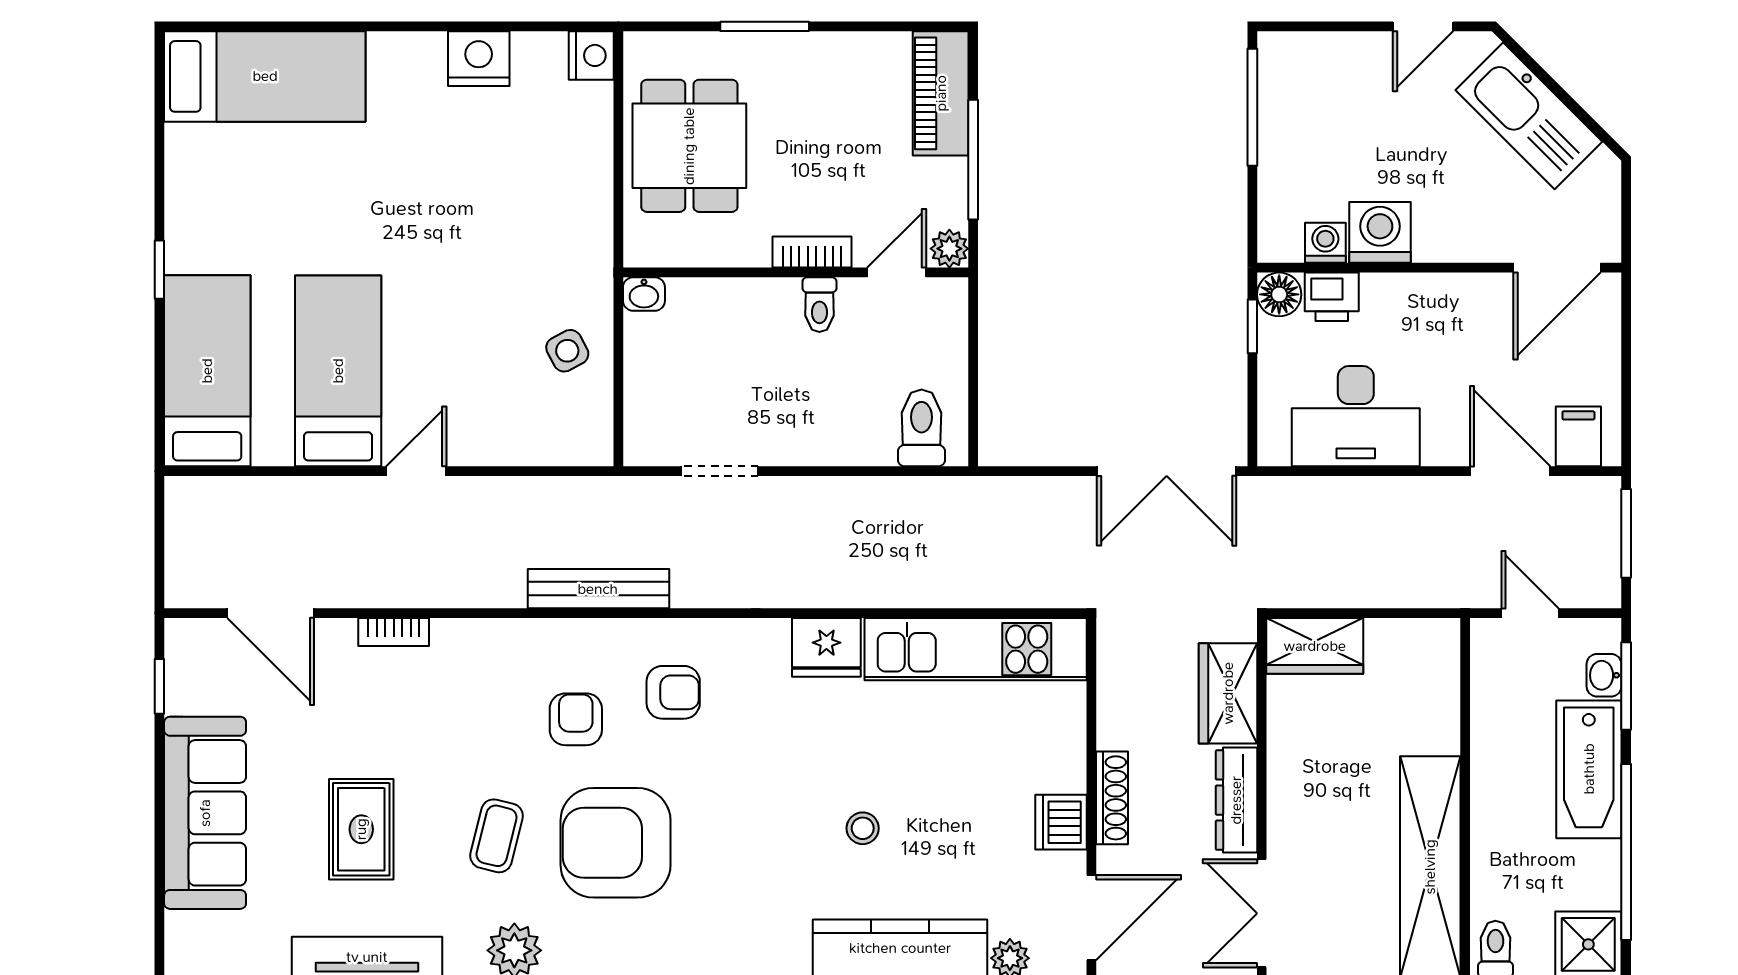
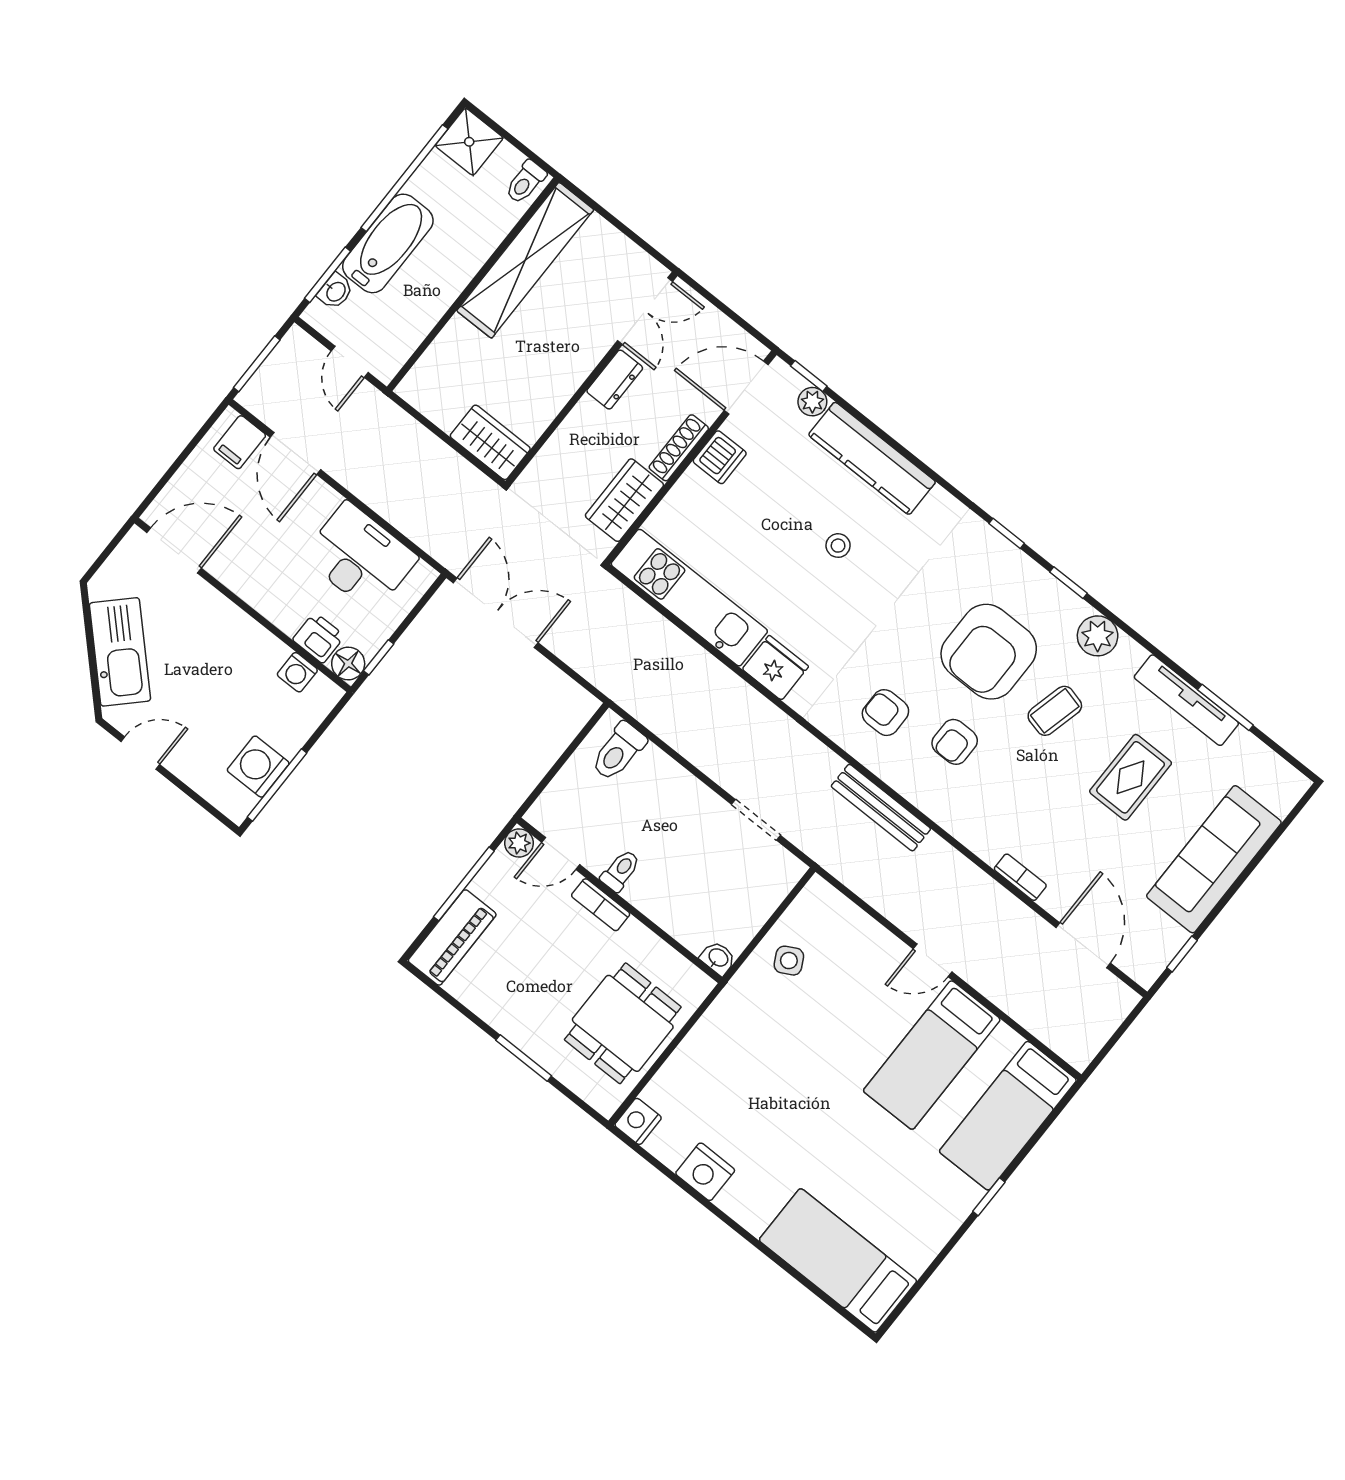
washing machine: (1380, 232) -> (258, 767), moved, turned 90
wardrobe: (1228, 693) -> (624, 500), moved, turned 180
dresser: (1236, 800) -> (615, 380), width x0.70
armchair: (616, 843) -> (989, 652), turned 90

